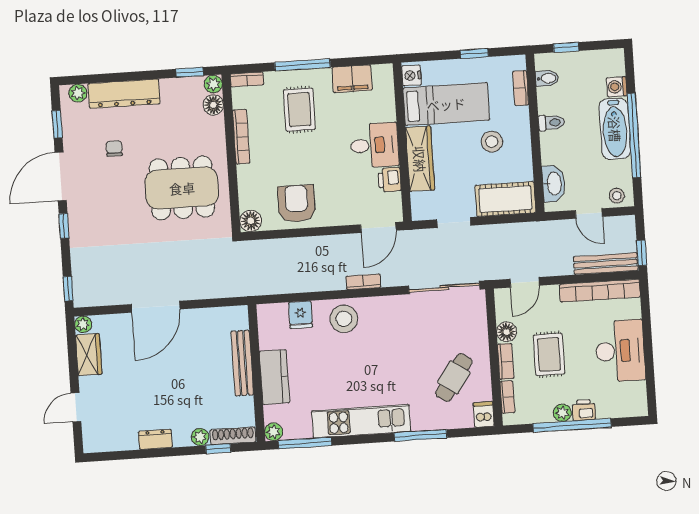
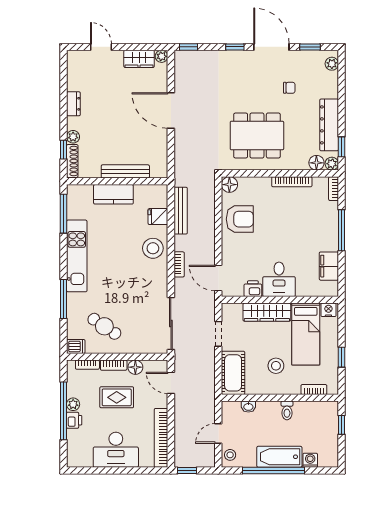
bidet: (547, 78) -> (320, 409), removed
dresser: (124, 94) -> (329, 125), moved
rug: (299, 110) -> (309, 226), removed
washbasin: (554, 184) -> (248, 407), width x0.52, depth x0.69
dining table: (182, 188) -> (257, 135), turned 90
bench: (606, 264) -> (181, 211), moved
plant: (274, 432) -> (73, 191), removed

